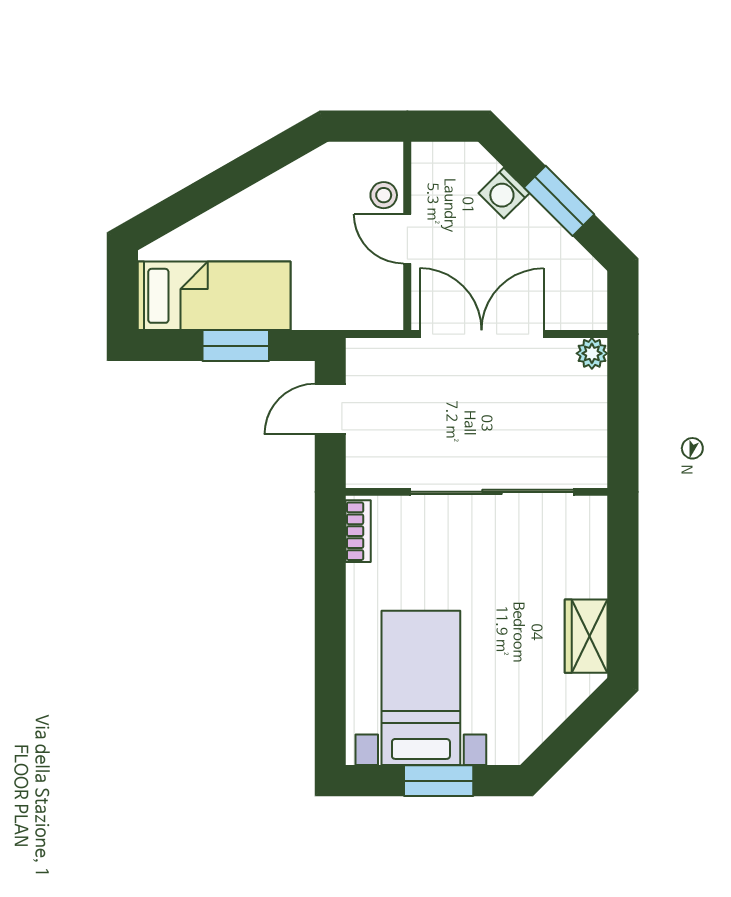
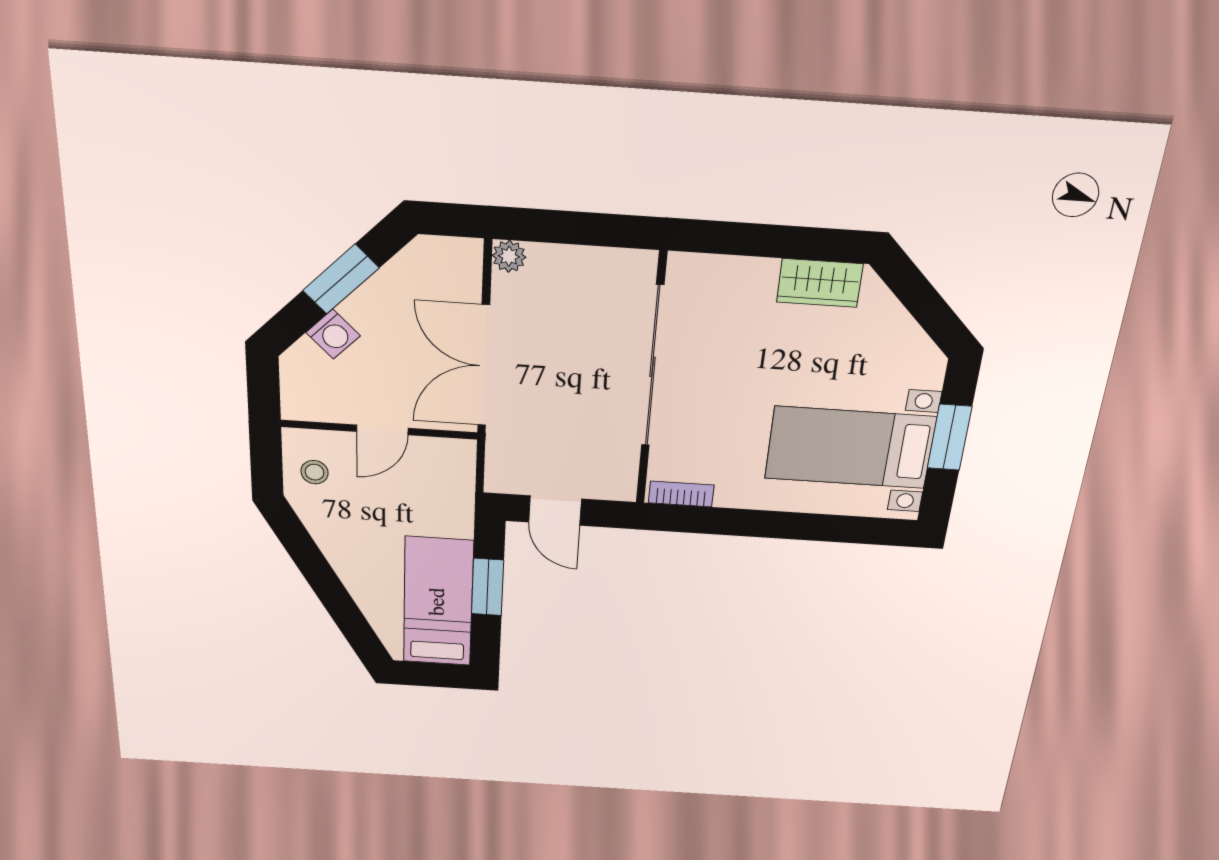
stool: (384, 195) -> (315, 472), moved

